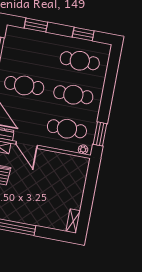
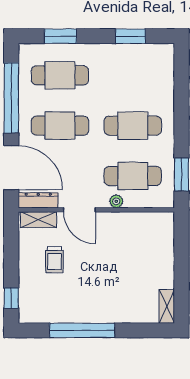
cafe table: (80, 61) -> (60, 75), moved
plant: (83, 149) -> (116, 201), moved

